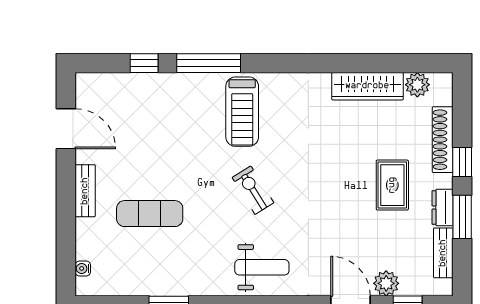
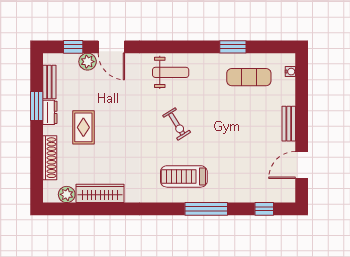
window: (144, 63) -> (264, 209), moved
treadmill: (242, 112) -> (184, 176), turned -90
door: (66, 129) -> (302, 165), hinge flipped
window: (462, 162) -> (37, 143), removed
exercise mat: (150, 214) -> (249, 77), moved
weight bench: (262, 267) -> (171, 72), turned 180

